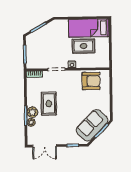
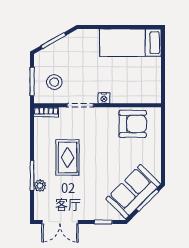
rug: (83, 46) -> (122, 70), removed
stool: (39, 54) -> (54, 82), added
plant: (32, 112) -> (42, 170), removed

